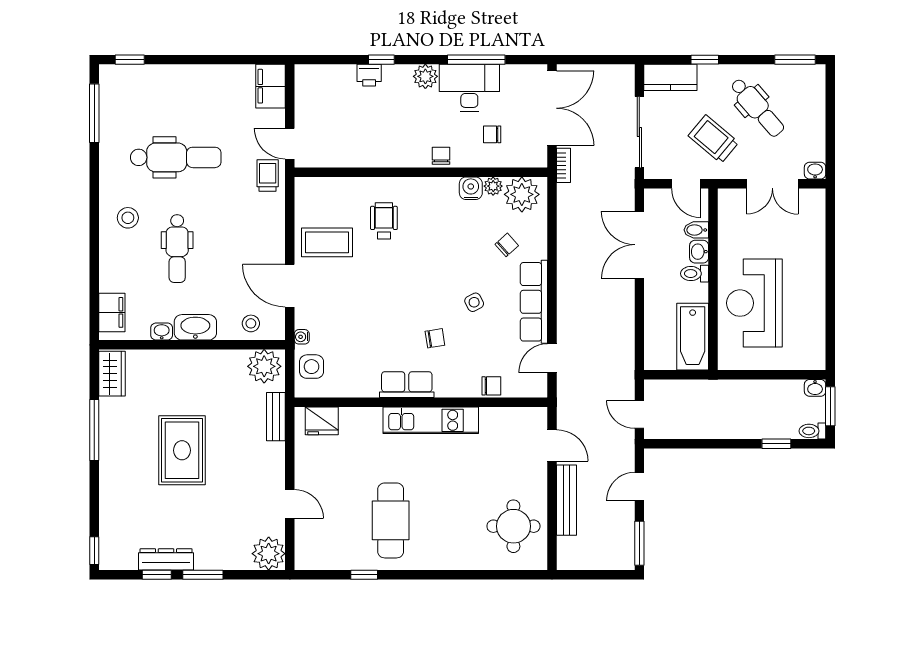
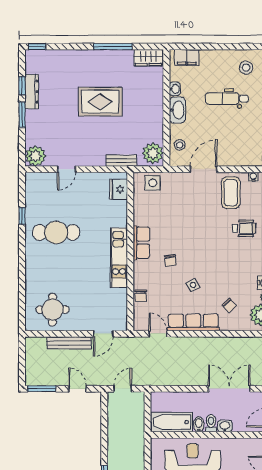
bidet: (696, 230) -> (199, 424), moved
water cooler: (302, 337) -> (253, 177), moved

